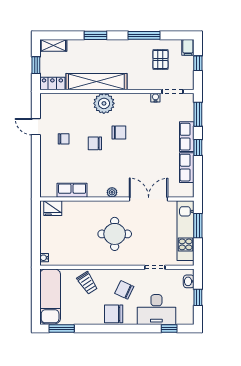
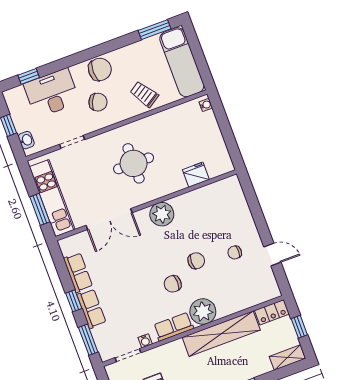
row of seats: (72, 190) -> (174, 327), moved, turned 180
plant: (112, 192) -> (162, 214), width x1.88, depth x1.88
fridge: (53, 208) -> (196, 175), moved

